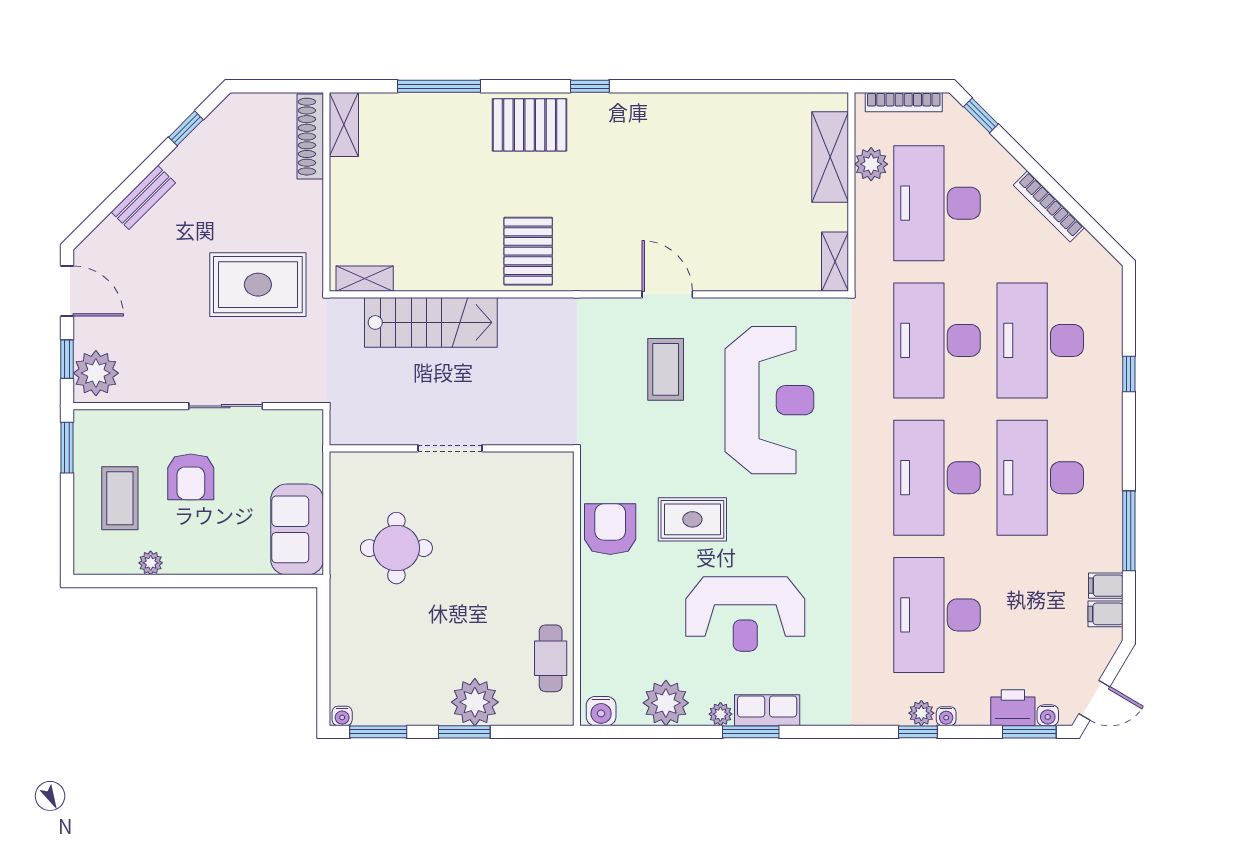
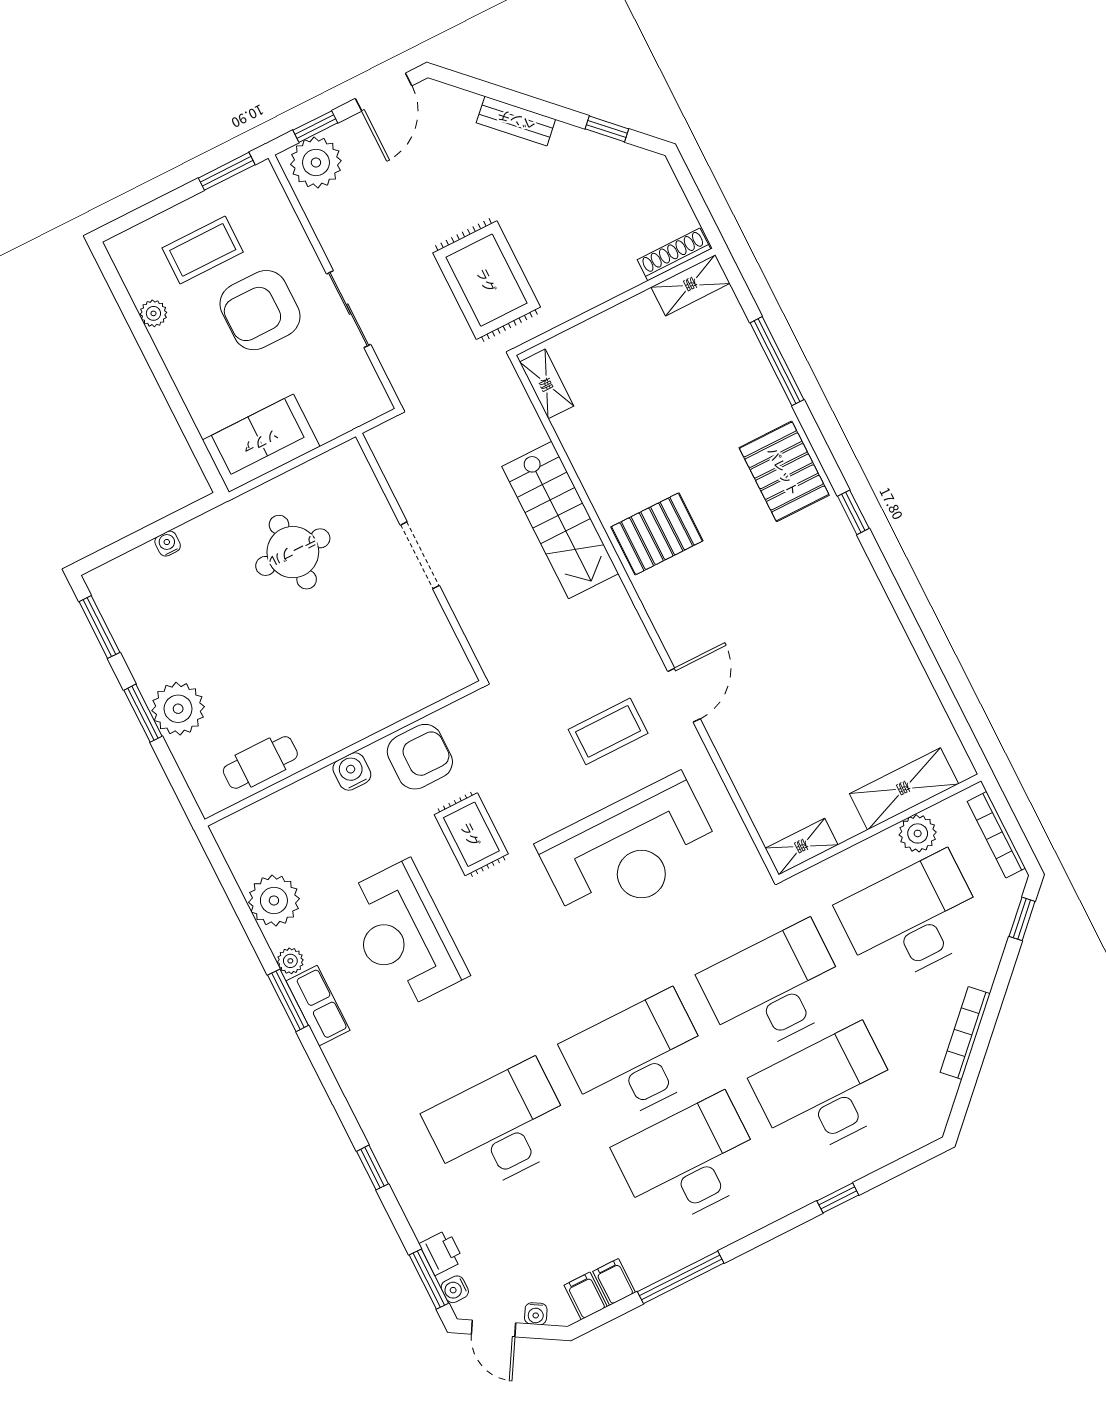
shoe rack: (310, 137) -> (674, 254), width x0.74, depth x0.81
stairs: (431, 322) -> (560, 520), moved
armchair: (191, 477) -> (260, 310), width x1.36, depth x1.36
printer: (1013, 708) -> (441, 1252), width x0.73, depth x0.81
water cooler: (601, 711) -> (352, 772), moved, turned 90
plant: (921, 713) -> (393, 1162), removed
water cooler: (342, 716) -> (168, 544), moved, turned 90
water cooler: (946, 716) -> (536, 1314), moved, turned -59

